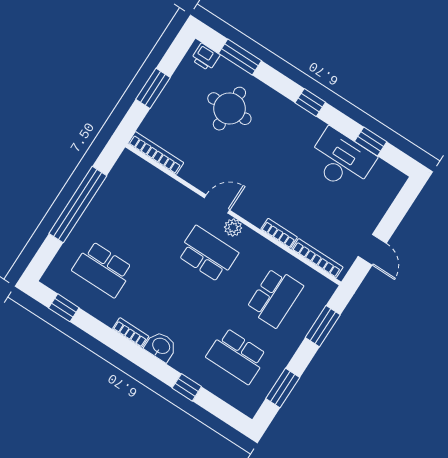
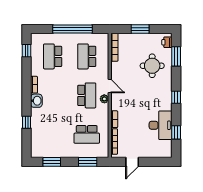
school desk: (237, 356) -> (87, 56), moved

